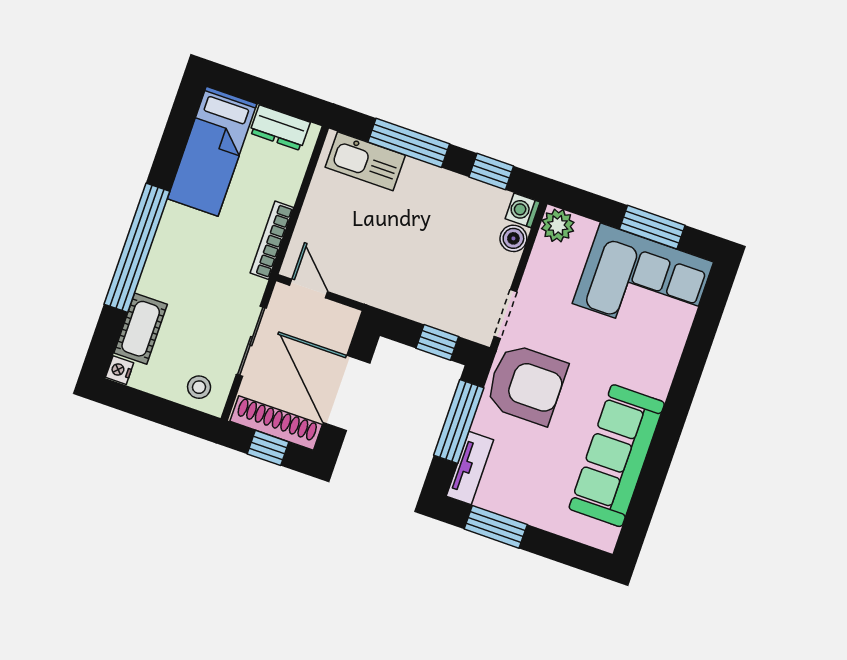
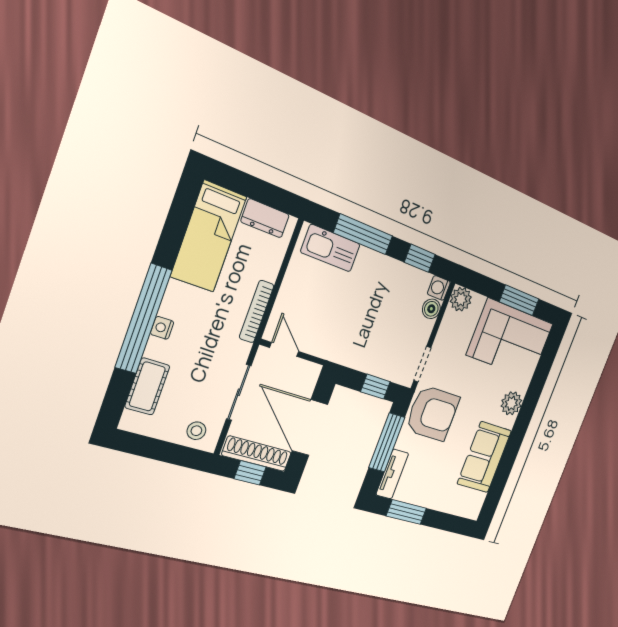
nightstand: (120, 370) -> (162, 328), moved
plant: (655, 377) -> (511, 403), added
sofa: (617, 456) -> (484, 457), width x0.73

